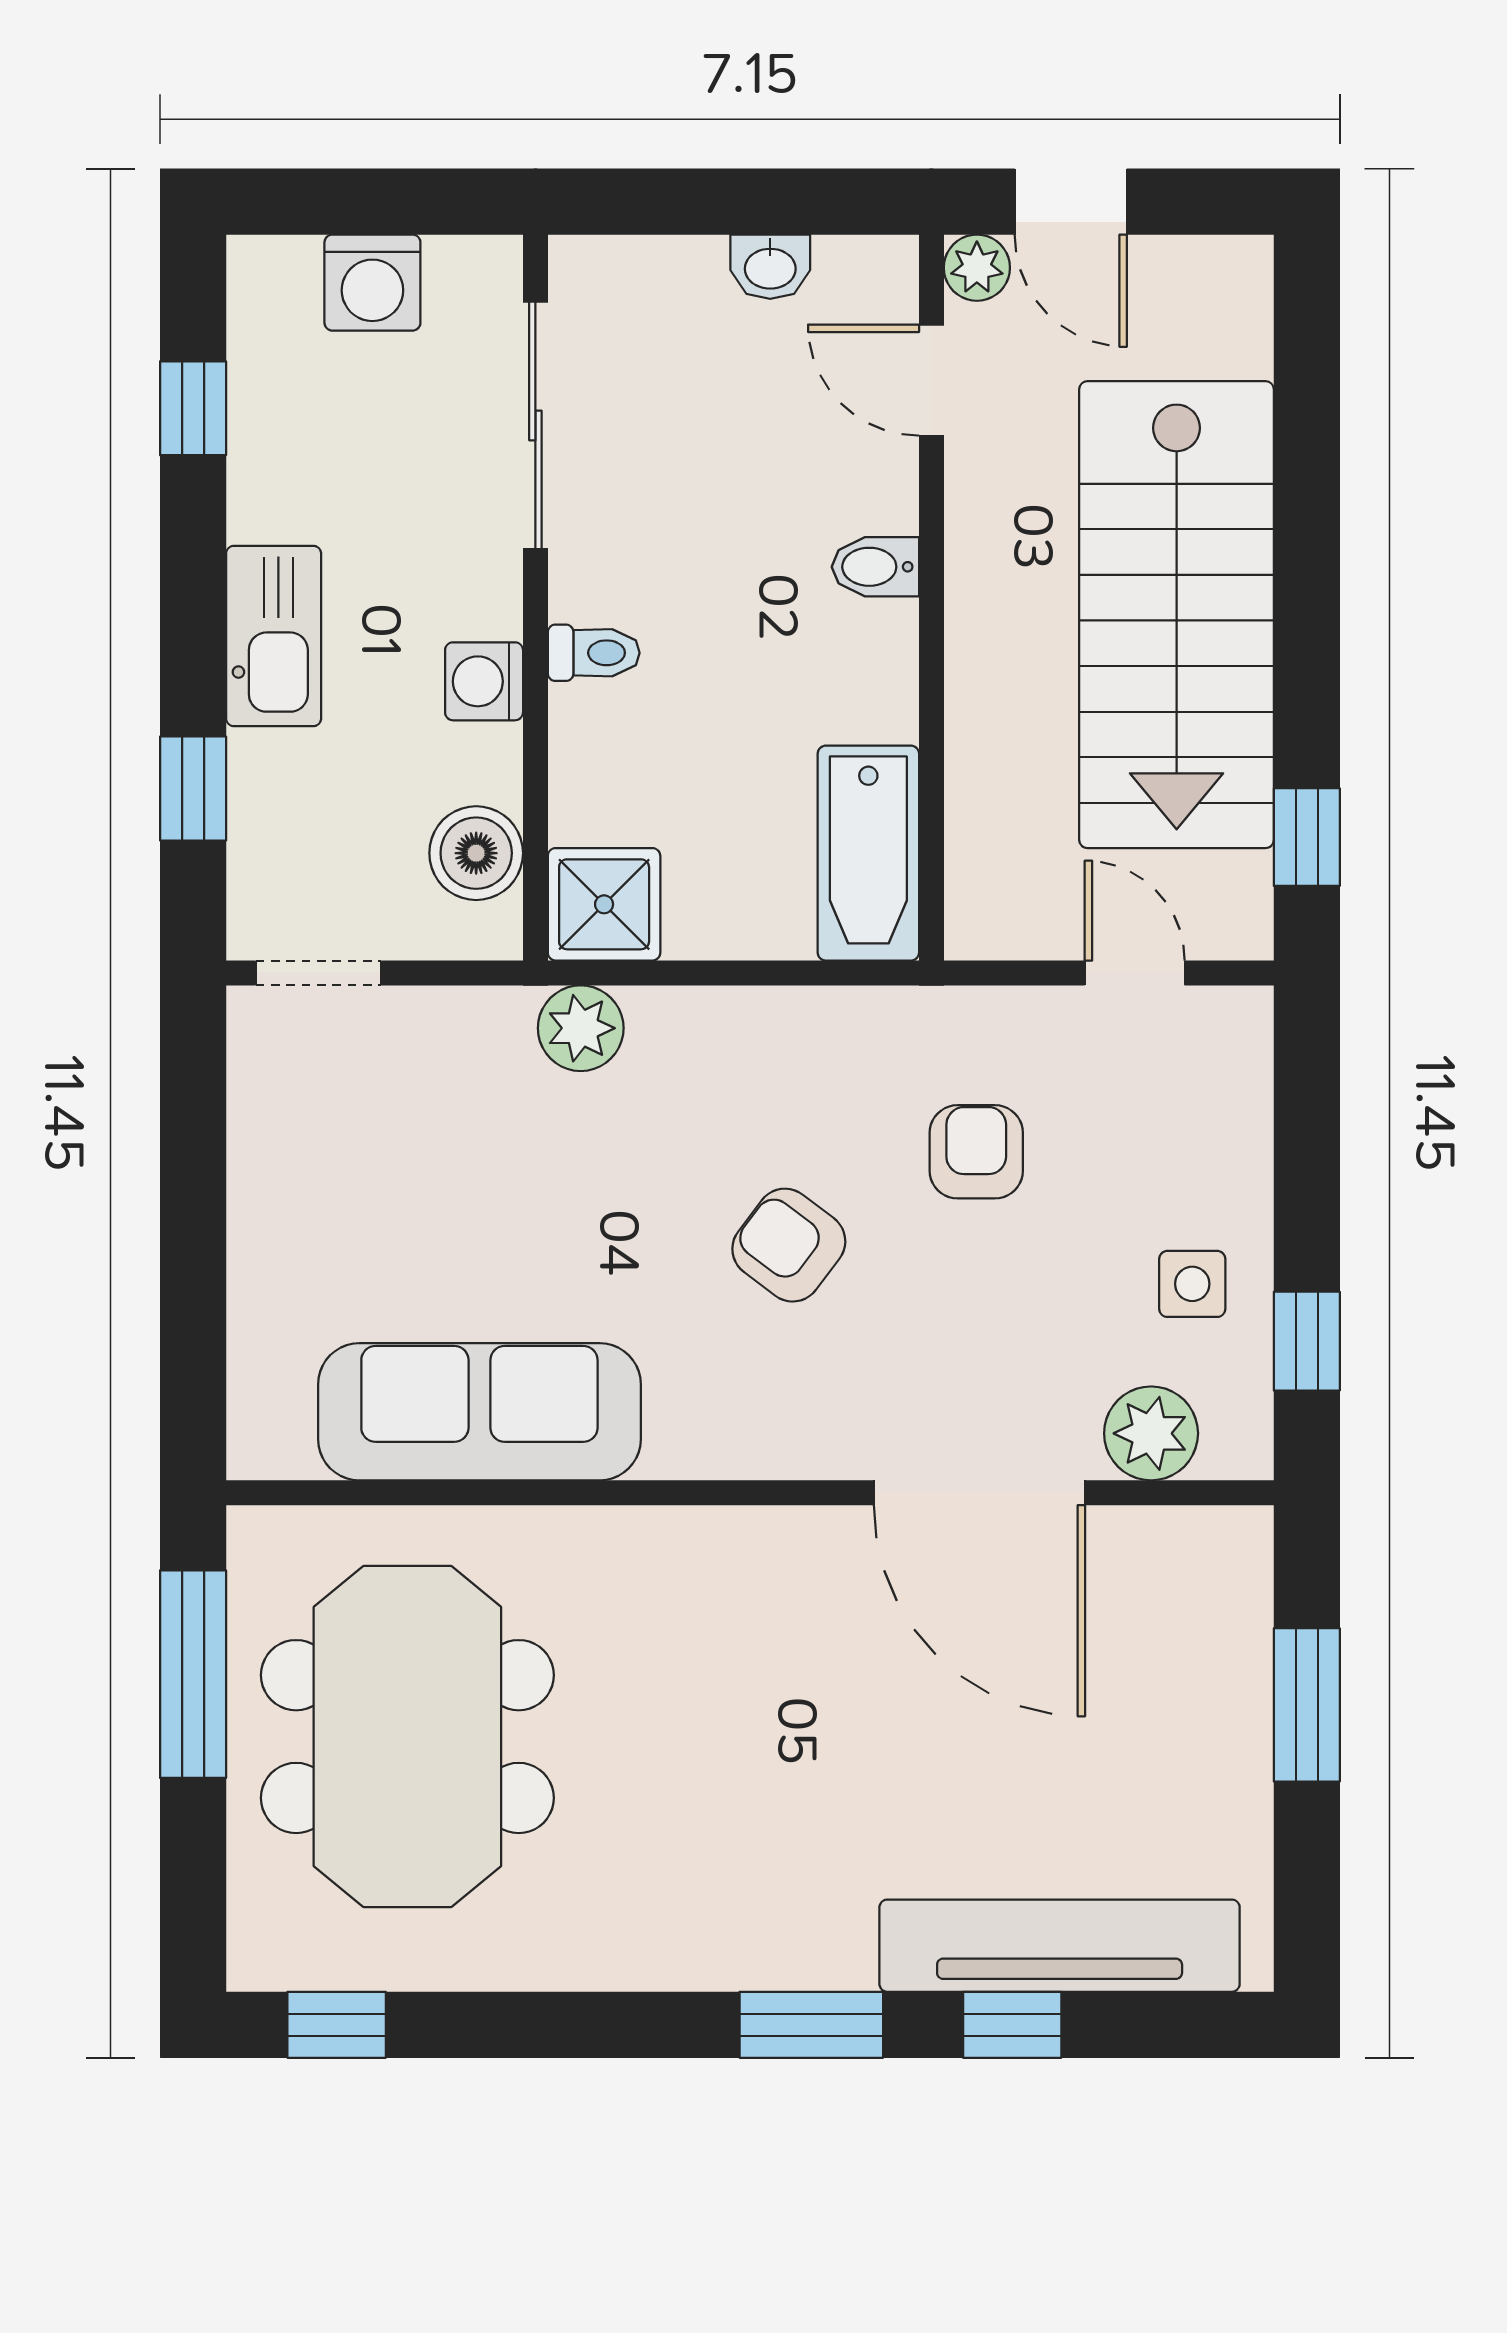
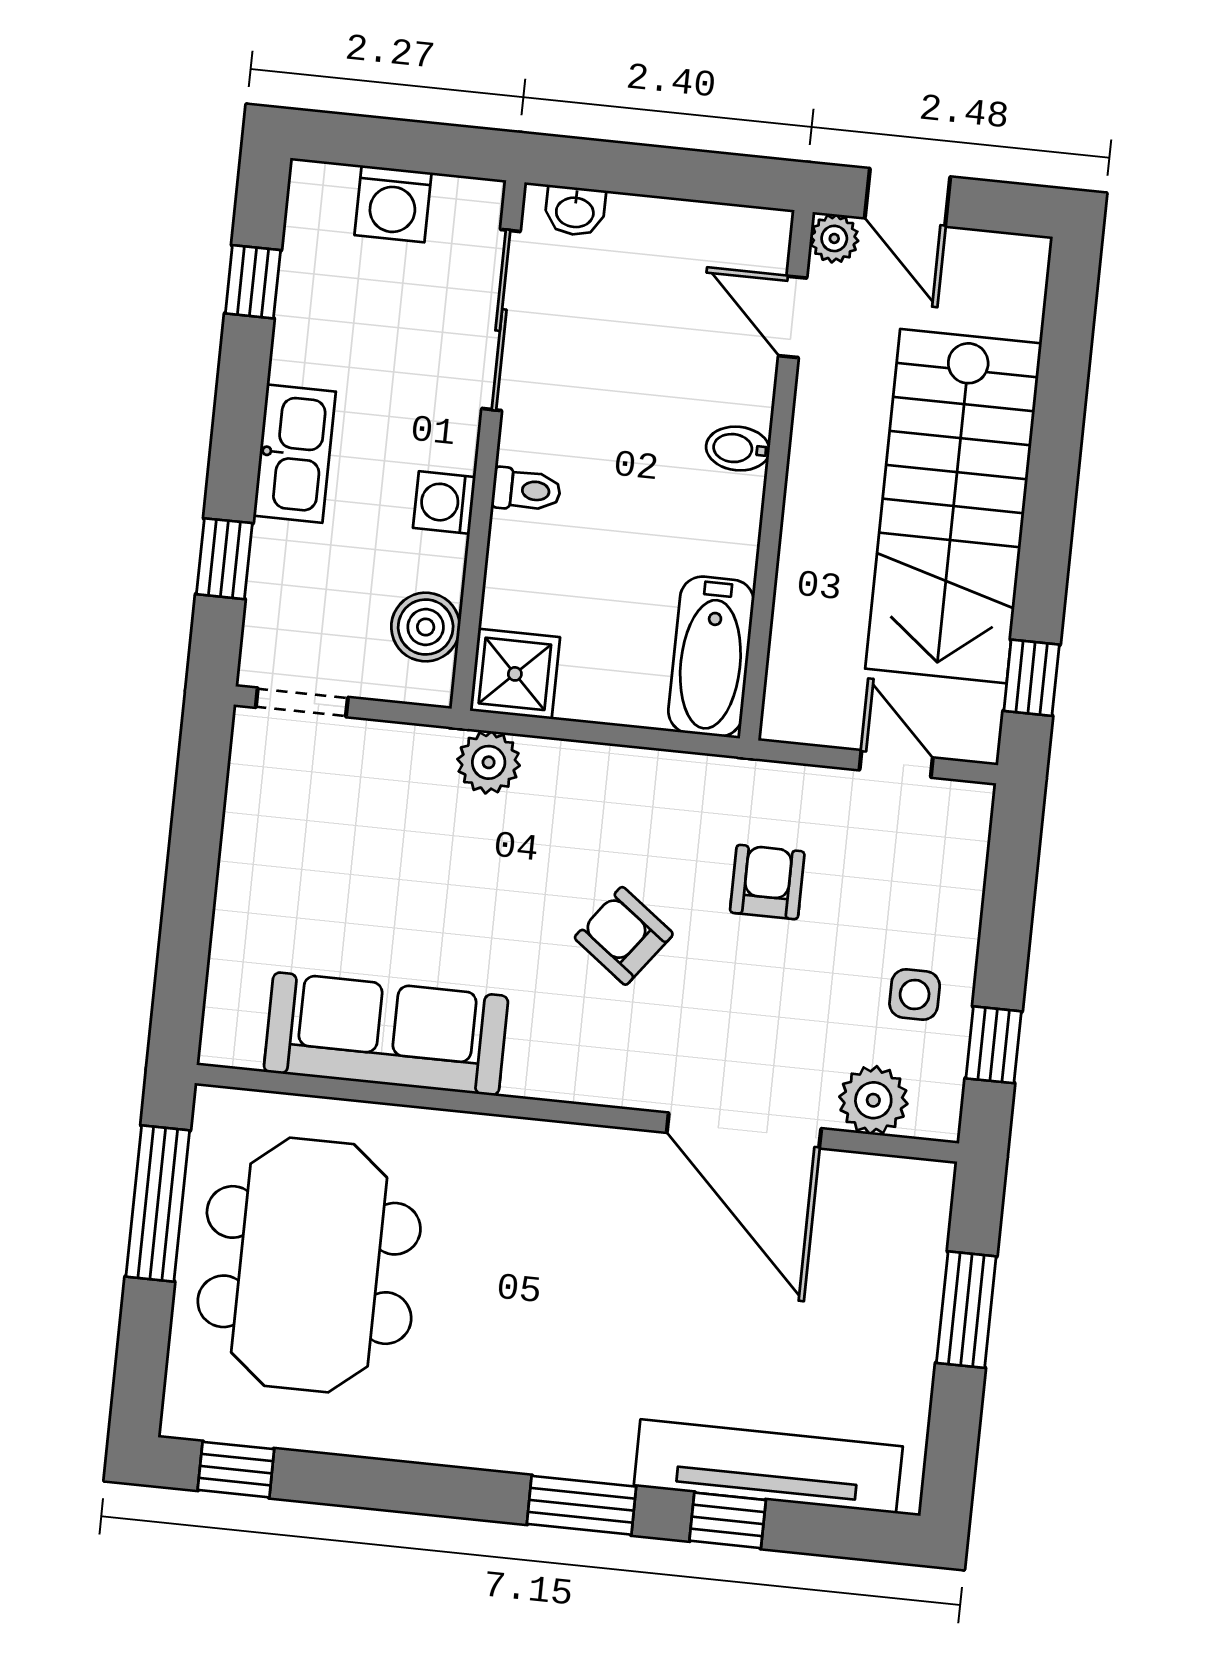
washbasin: (770, 267) -> (575, 211), moved

